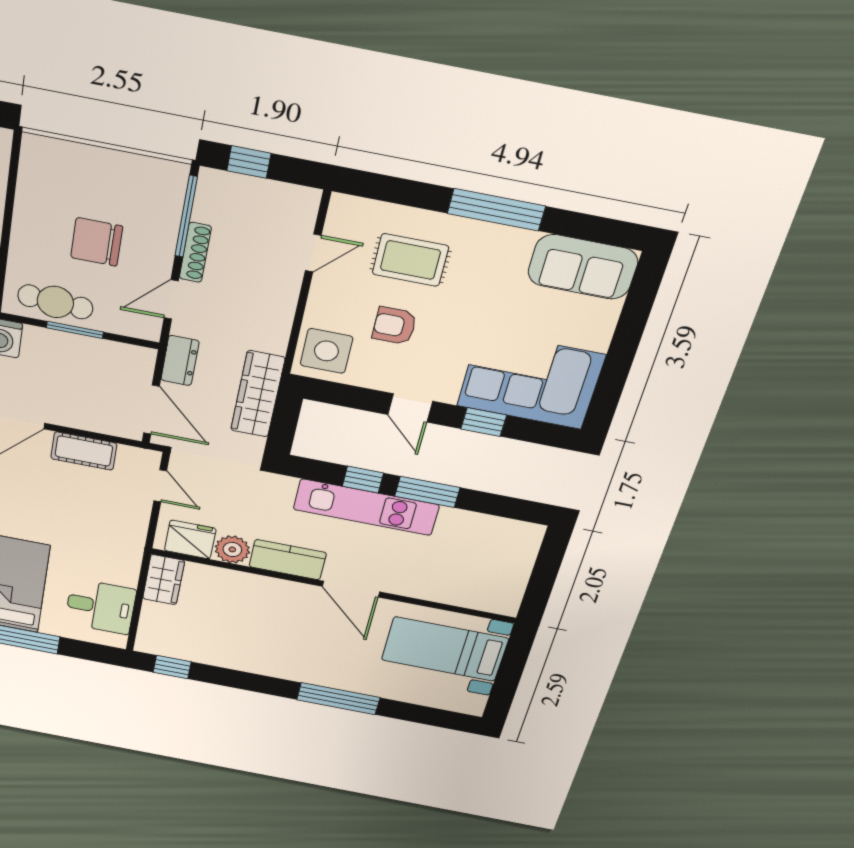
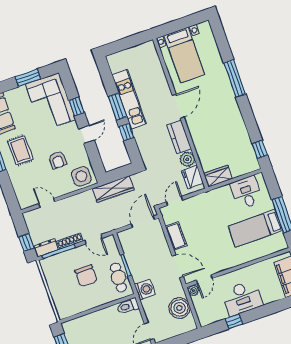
rug: (410, 260) -> (20, 150), moved
dresser: (180, 361) -> (46, 248), moved
window: (617, 367) -> (28, 78), added
kitchen unit: (366, 507) -> (129, 99), moved

